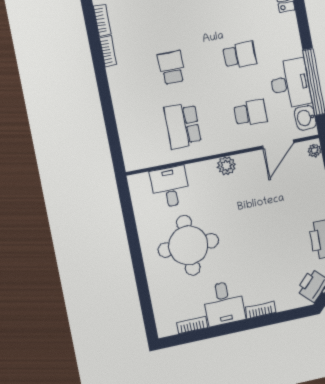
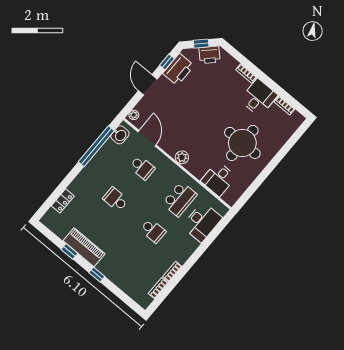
school desk: (172, 67) -> (153, 231), turned -90
desk: (290, 83) -> (202, 222), moved, turned 180
school desk: (251, 113) -> (142, 168), turned 180
door: (278, 144) -> (147, 138), hinge flipped

